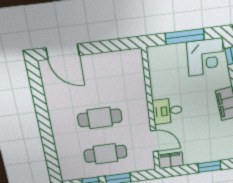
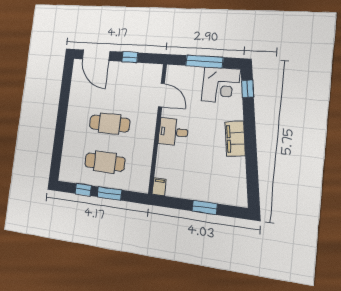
window: (103, 47) -> (130, 57), added
door: (154, 141) -> (161, 95), moved
filing cabinet: (171, 160) -> (159, 187), width x0.50

